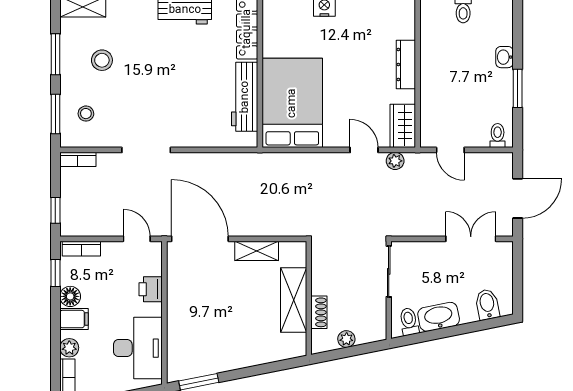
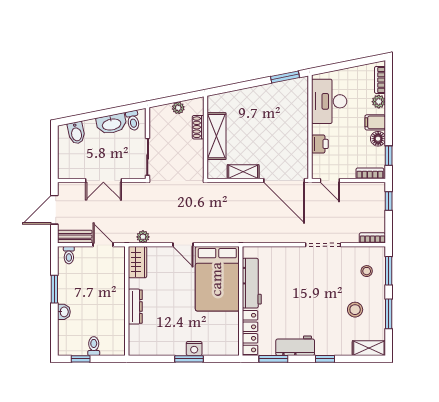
door: (364, 150) -> (183, 245), moved
bench: (489, 161) -> (75, 237), added
double door: (471, 239) -> (103, 180), moved

